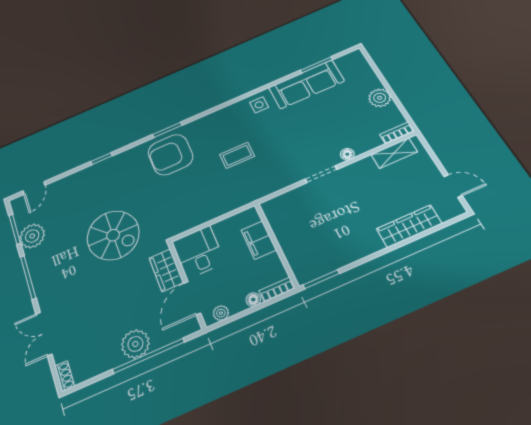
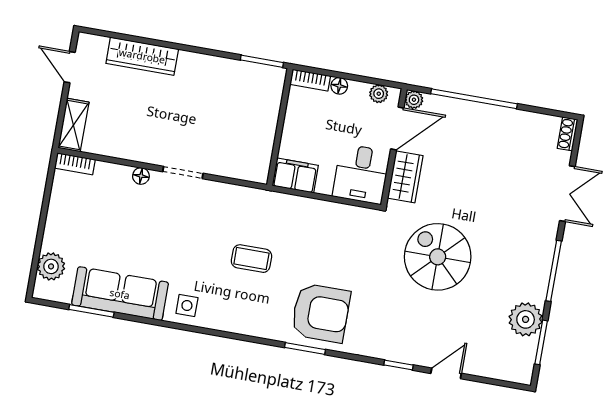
plant: (380, 98) -> (51, 266), moved
shelving: (394, 153) -> (73, 125), moved, turned 90
door: (34, 188) -> (446, 373), moved
filing cabinet: (259, 240) -> (295, 176), moved, turned -90
plant: (135, 344) -> (414, 100), moved, width x0.53, depth x0.53

